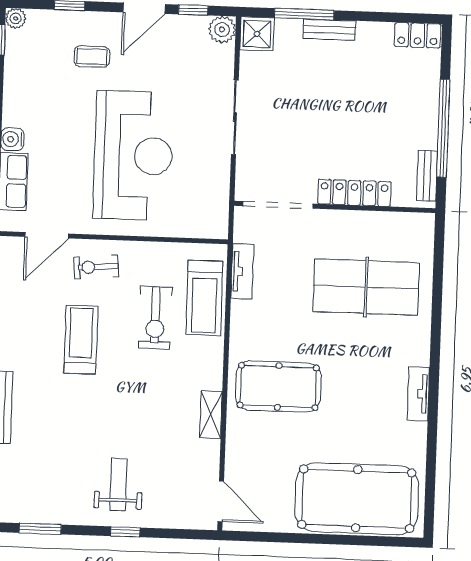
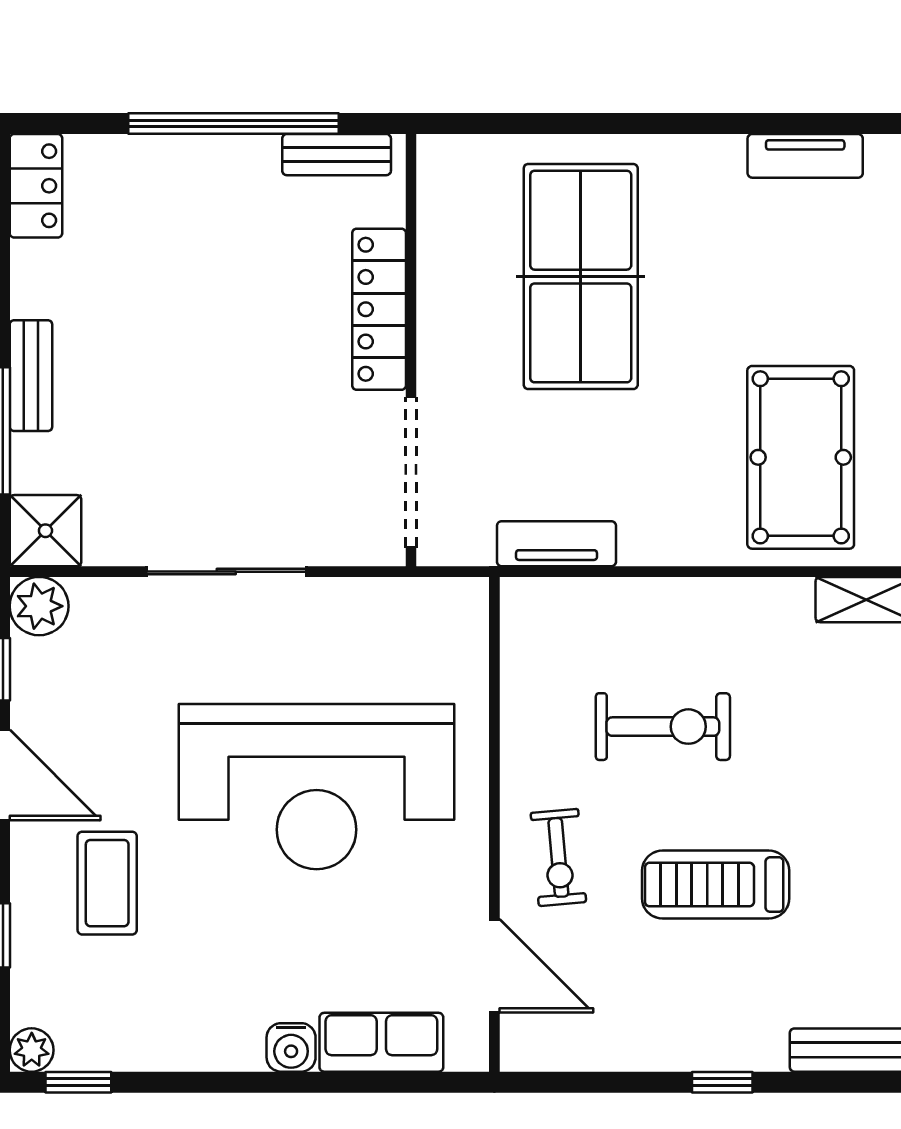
coffee table: (92, 57) -> (107, 883), width x1.36, depth x1.30
reception desk: (133, 156) -> (317, 787), turned 180
treadmill: (204, 298) -> (616, 623), removed

